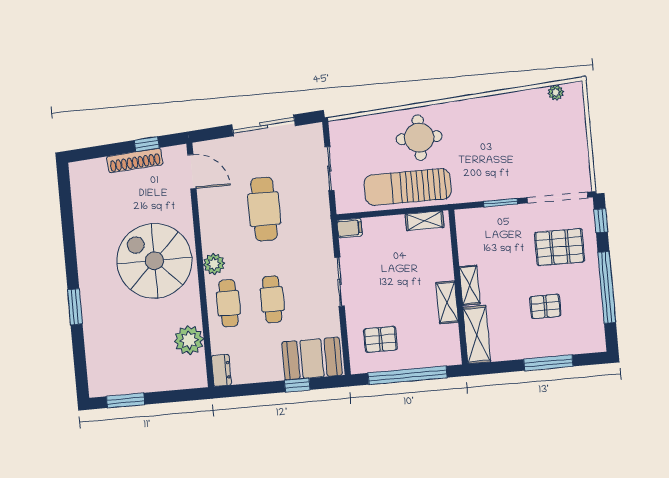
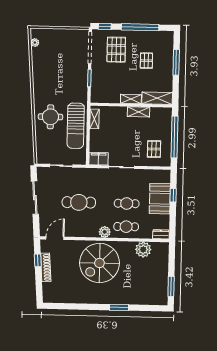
filing cabinet: (350, 228) -> (99, 159), width x2.00
booth: (312, 359) -> (160, 199), moved

